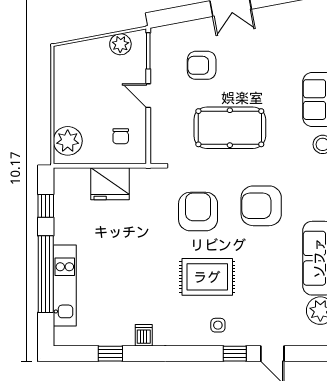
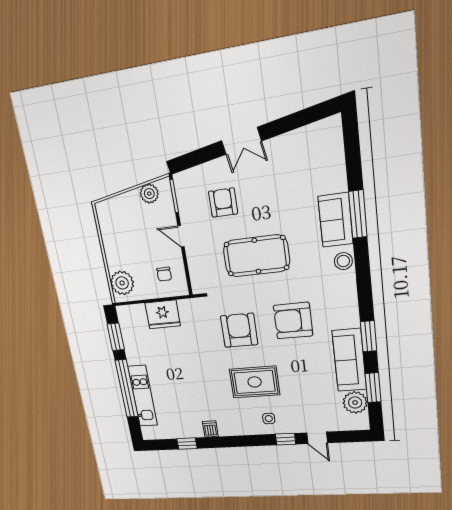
armchair: (202, 65) -> (223, 203), turned 90
window: (46, 206) -> (116, 337), width x1.50

